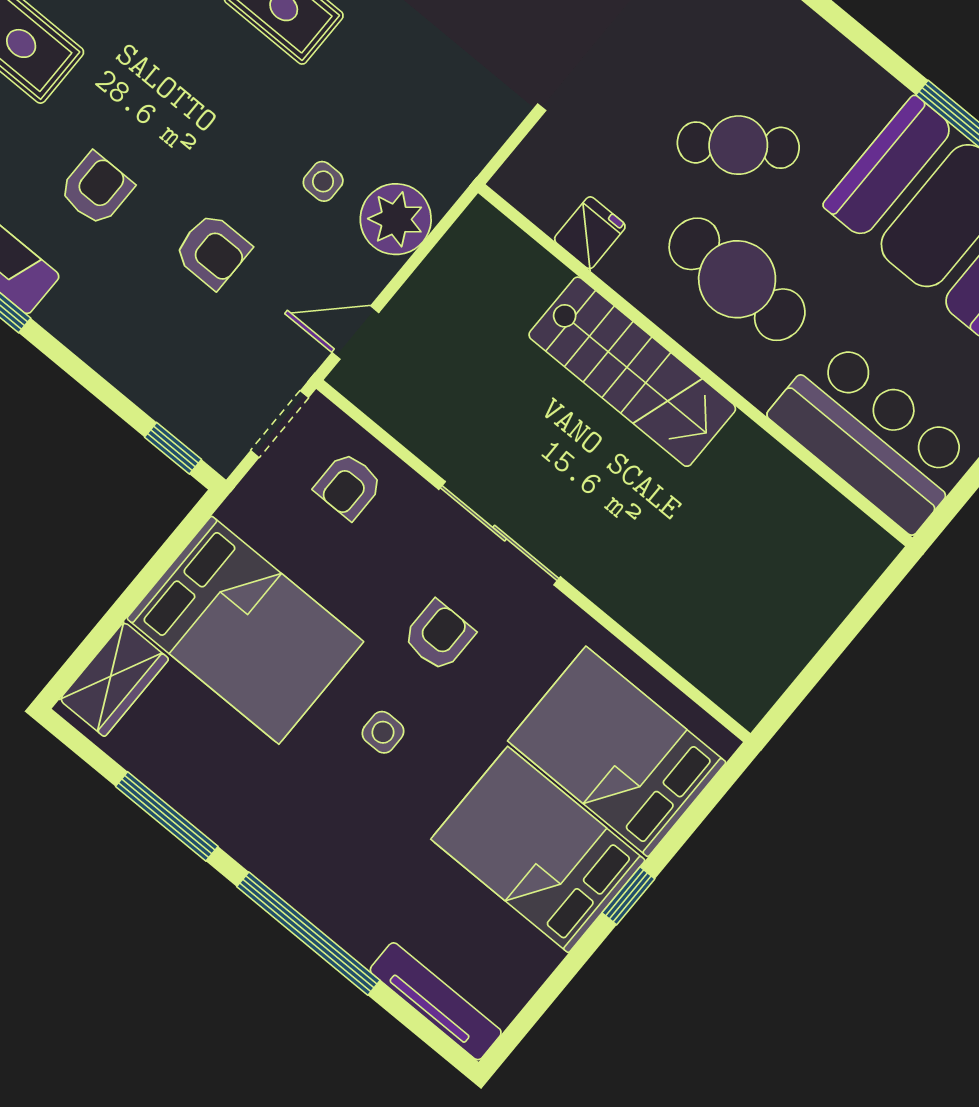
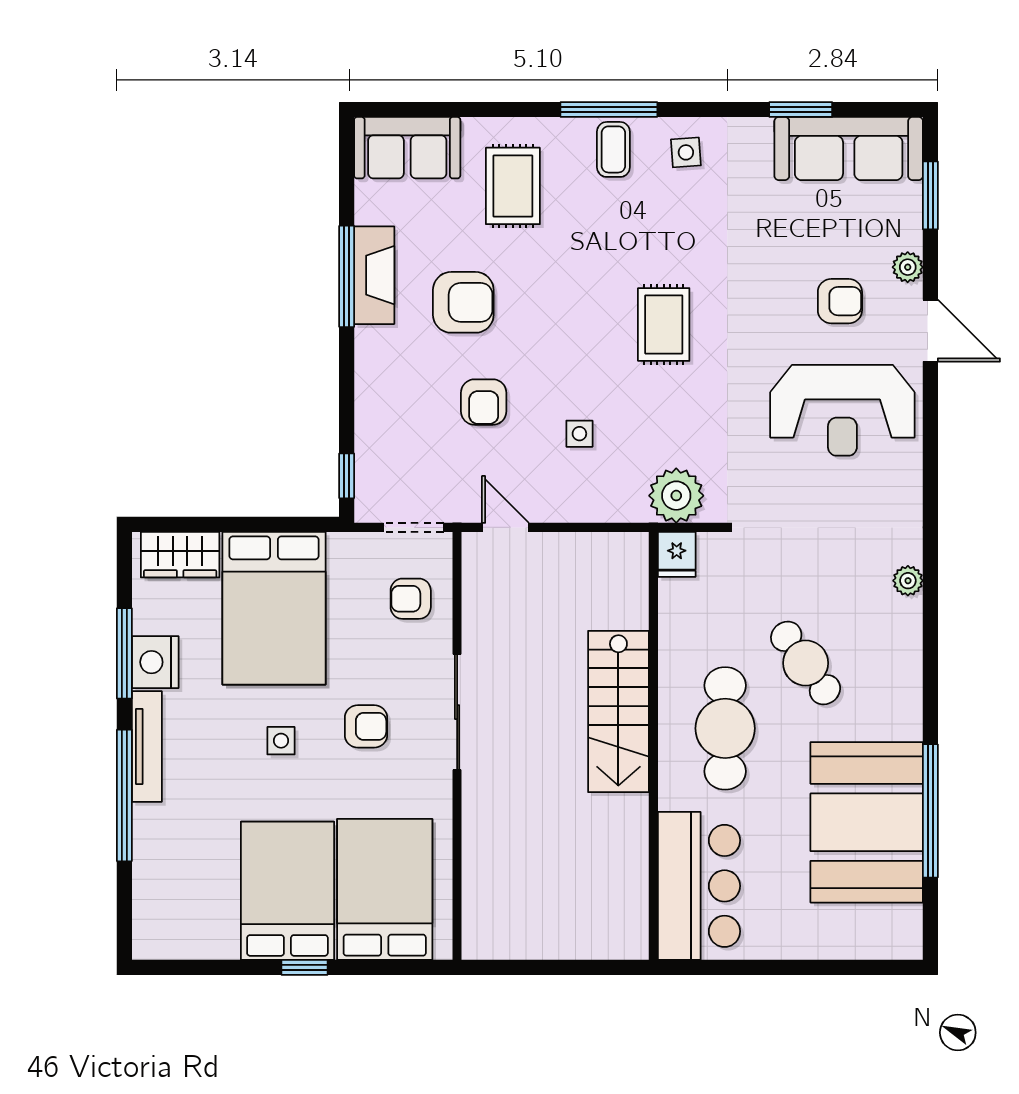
armchair: (96, 189) -> (463, 302), width x1.38, depth x1.38
plant: (396, 219) -> (676, 496), moved
fridge: (590, 233) -> (677, 554), moved, turned 90
nightstand: (201, 793) -> (155, 662), added
tv unit: (436, 1001) -> (147, 747), moved

